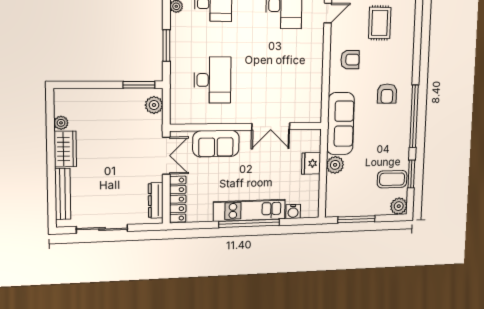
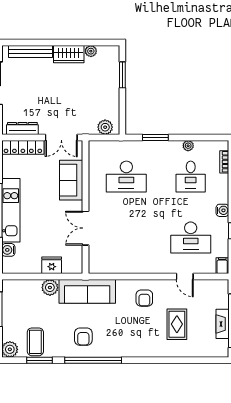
rug: (380, 23) -> (177, 324), turned 90
window: (139, 85) -> (122, 75), moved
armchair: (387, 94) -> (83, 337), moved, turned -90

